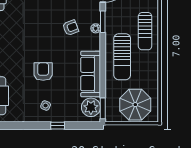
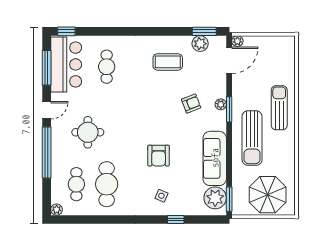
window: (103, 22) -> (229, 109), moved
sun lounger: (145, 31) -> (279, 108), turned 180
armchair: (43, 72) -> (159, 156), turned 180

